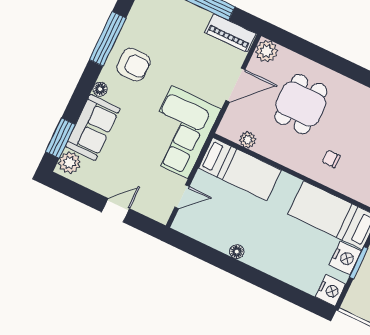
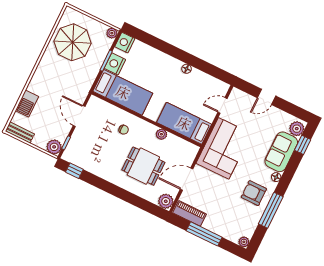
dining table: (301, 104) -> (143, 166), turned 90
window: (60, 138) -> (303, 145), width x0.67
plant: (248, 140) -> (161, 134), moved
plant: (350, 305) -> (112, 33), added

